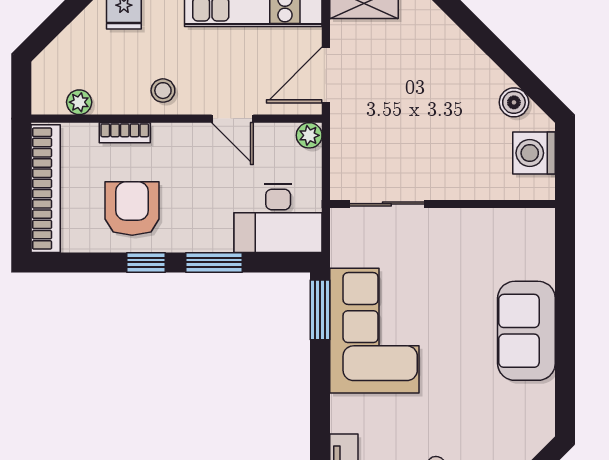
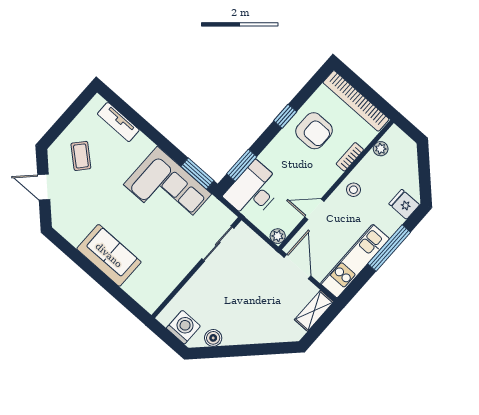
window: (214, 262) -> (242, 165), moved

